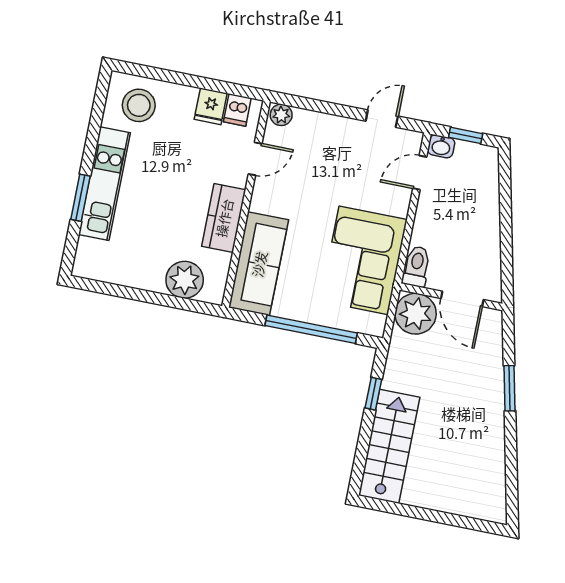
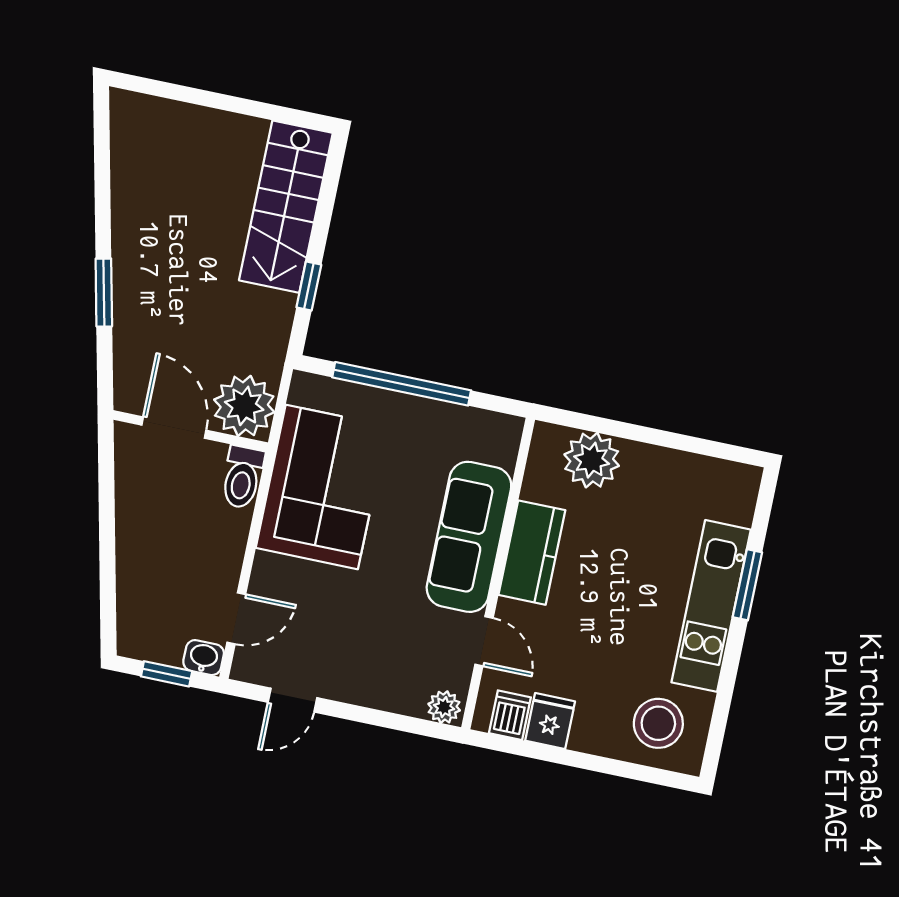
door: (255, 159) -> (484, 641), swing flipped
sofa: (259, 264) -> (469, 537), moved

